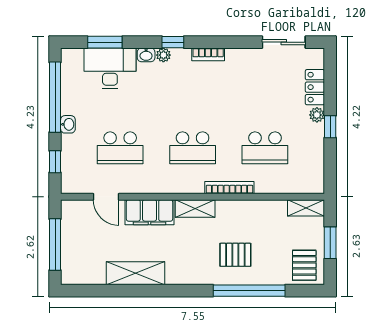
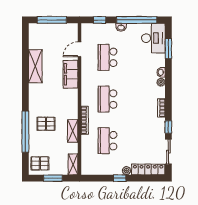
window: (173, 42) -> (168, 127), moved
desk: (110, 68) -> (153, 38), moved
locker: (315, 87) -> (148, 169), width x1.53
shelving: (195, 208) -> (73, 131), moved
pallet: (235, 255) -> (46, 124), turned 90

